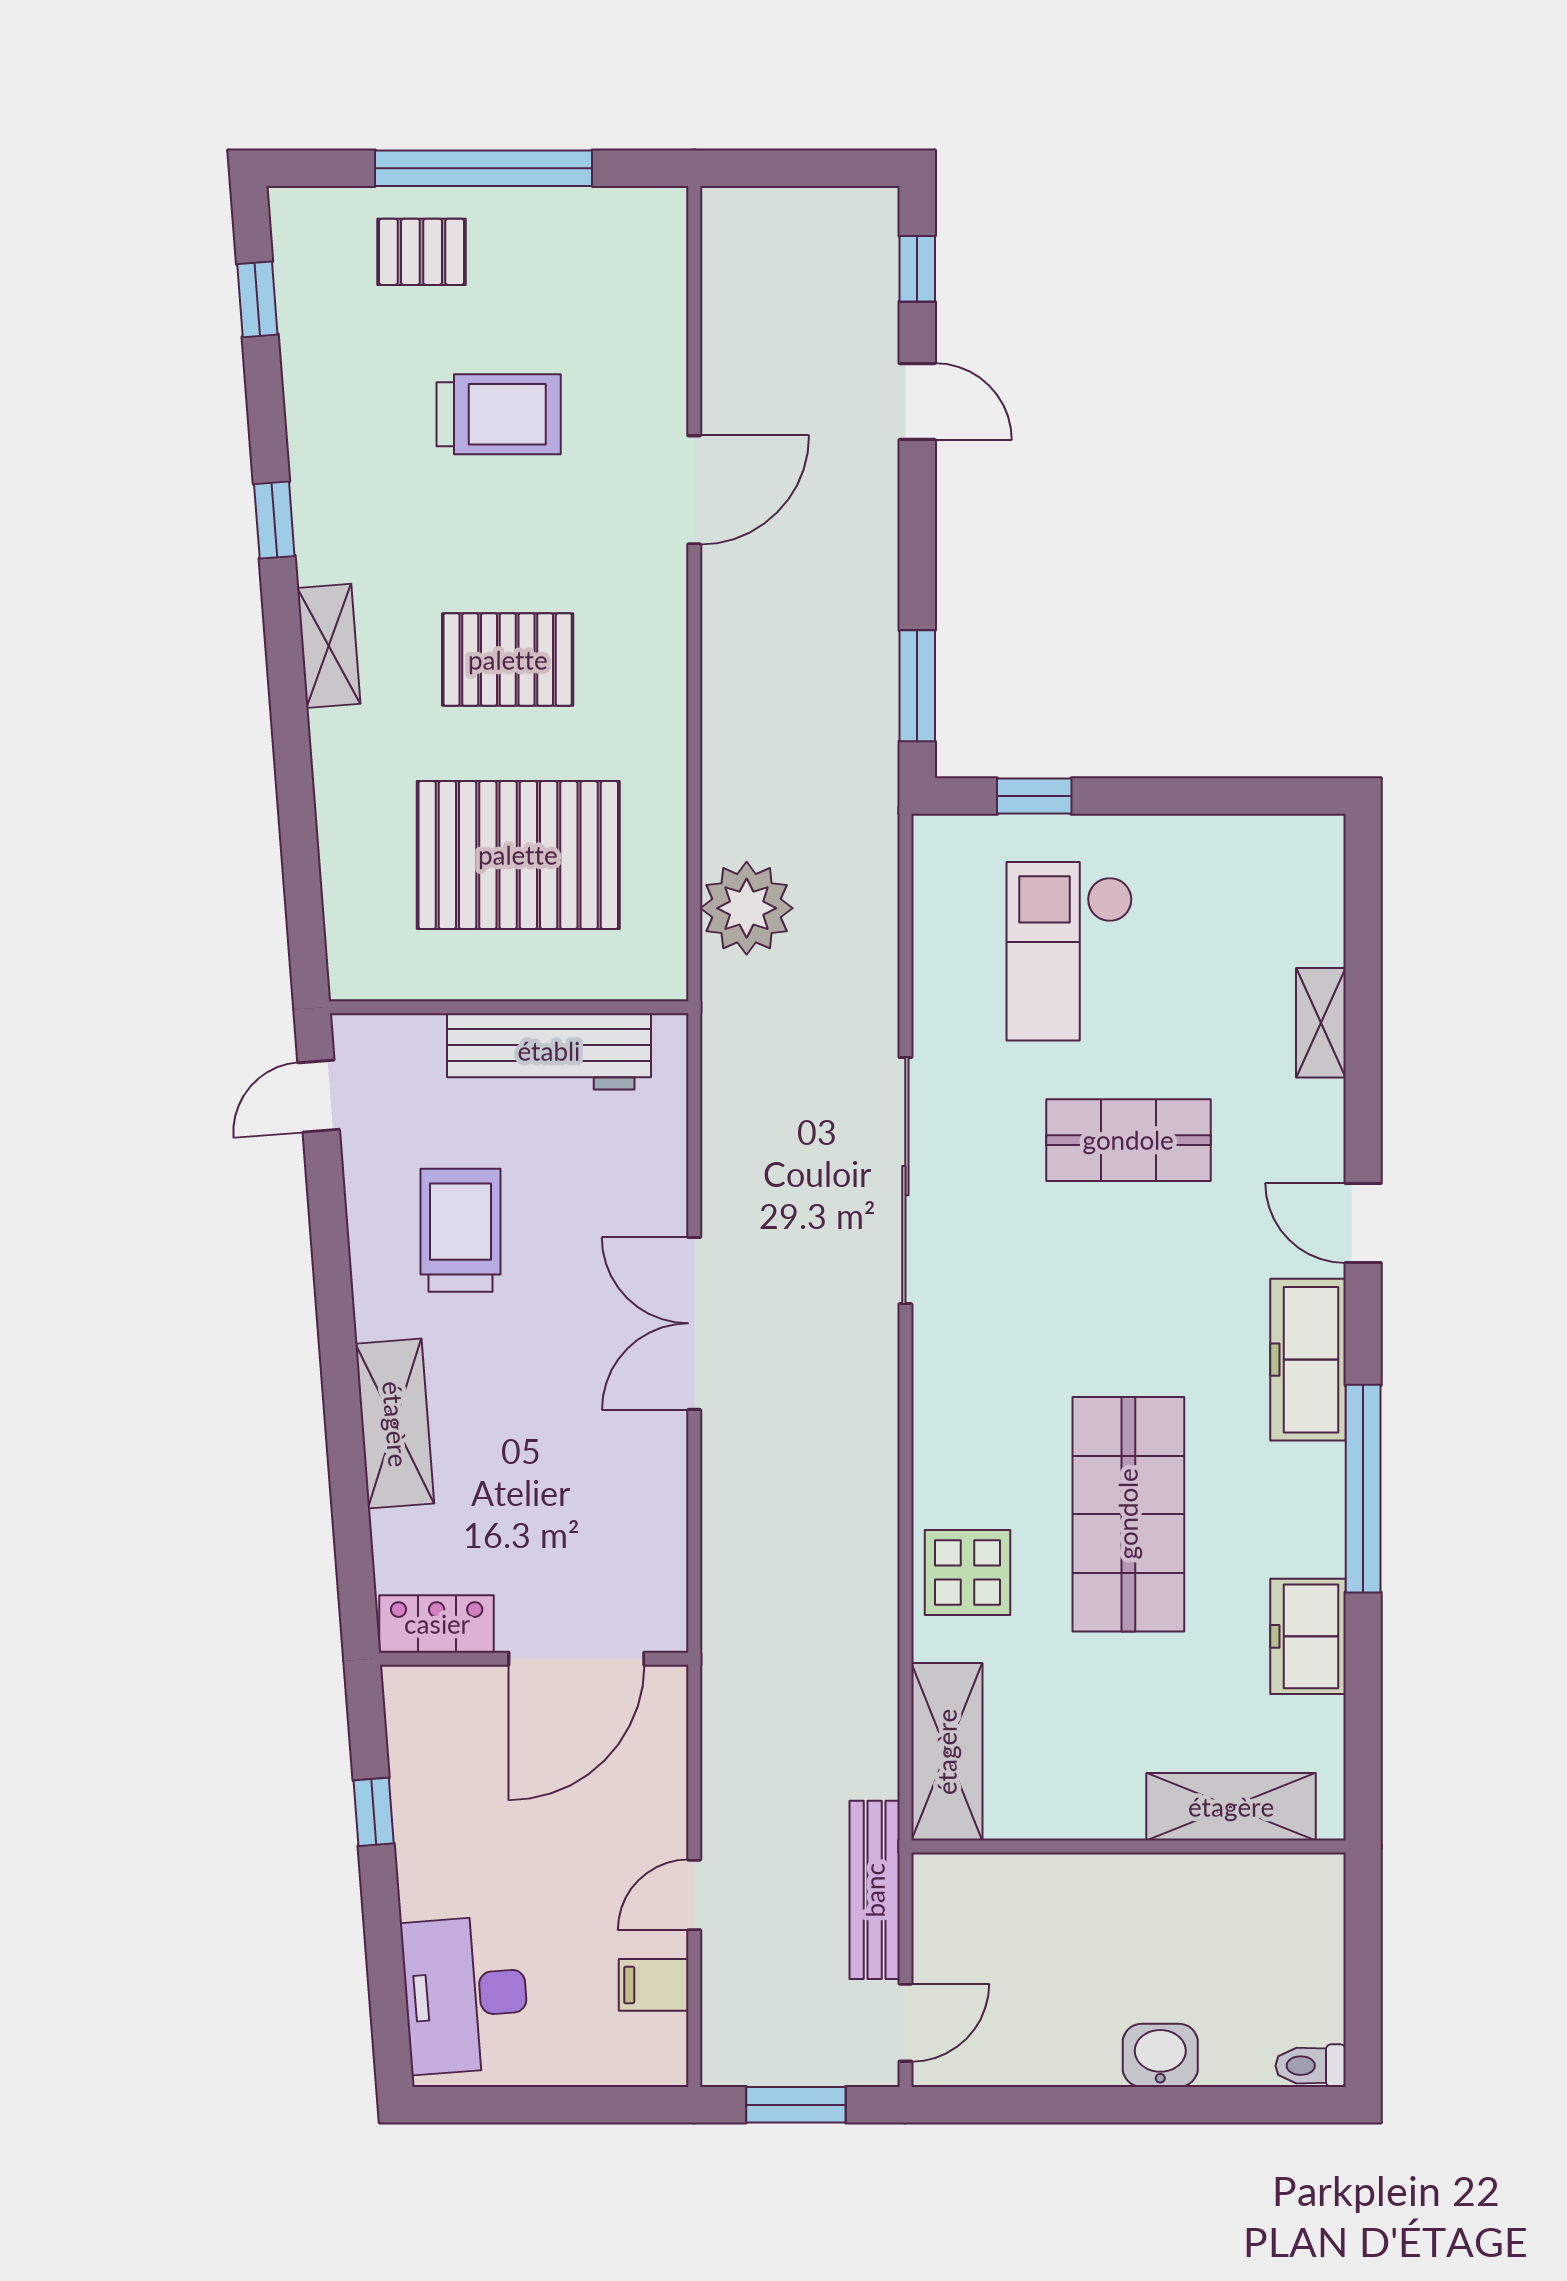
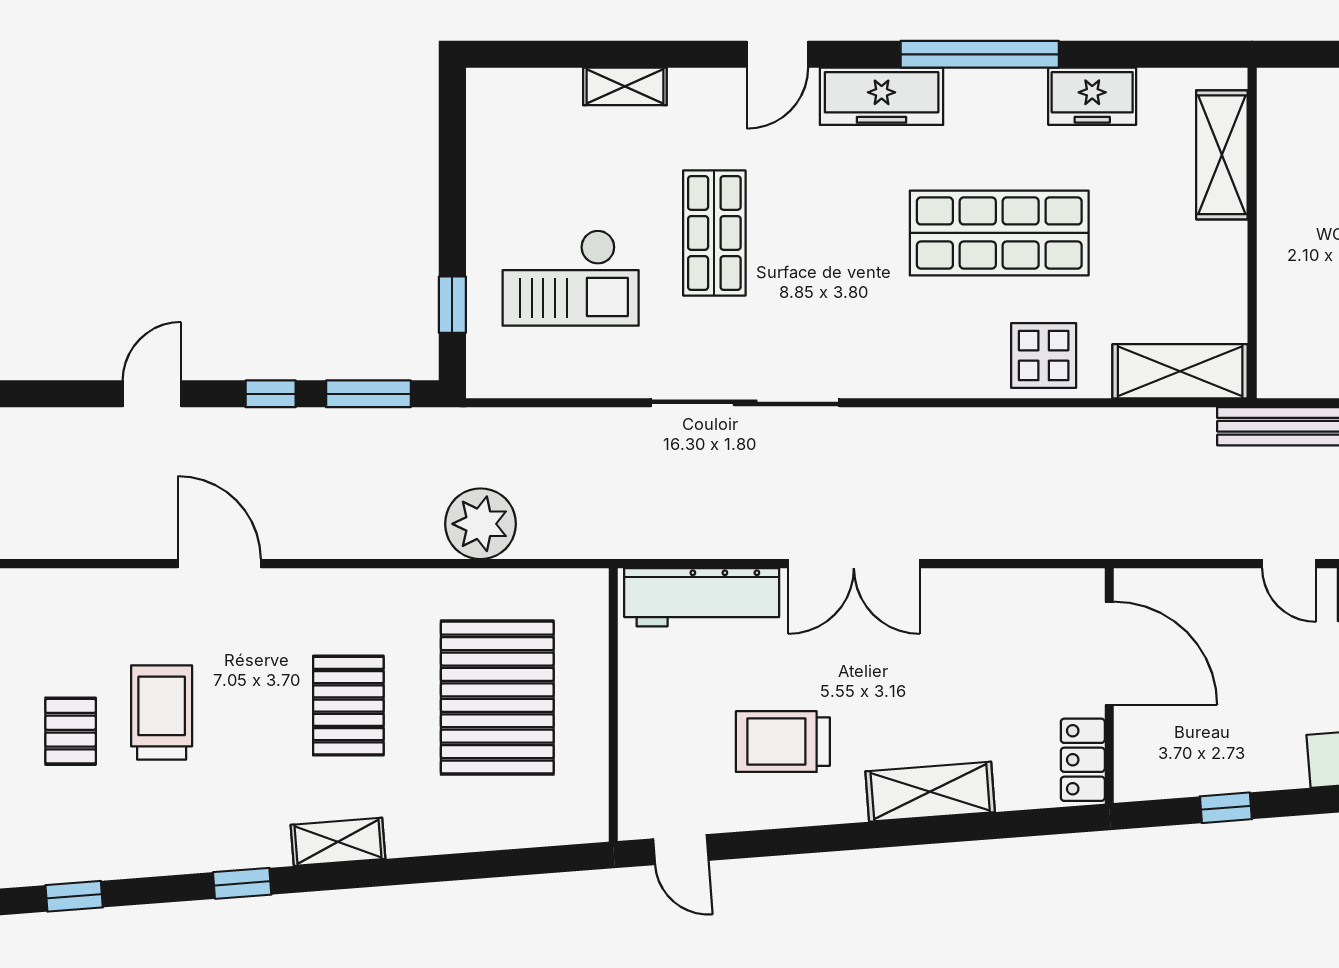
pallet: (422, 252) -> (71, 731), moved
window: (917, 269) -> (271, 394), moved
plant: (747, 908) -> (480, 524), moved
workbench: (549, 1051) -> (702, 597), moved, turned 90

